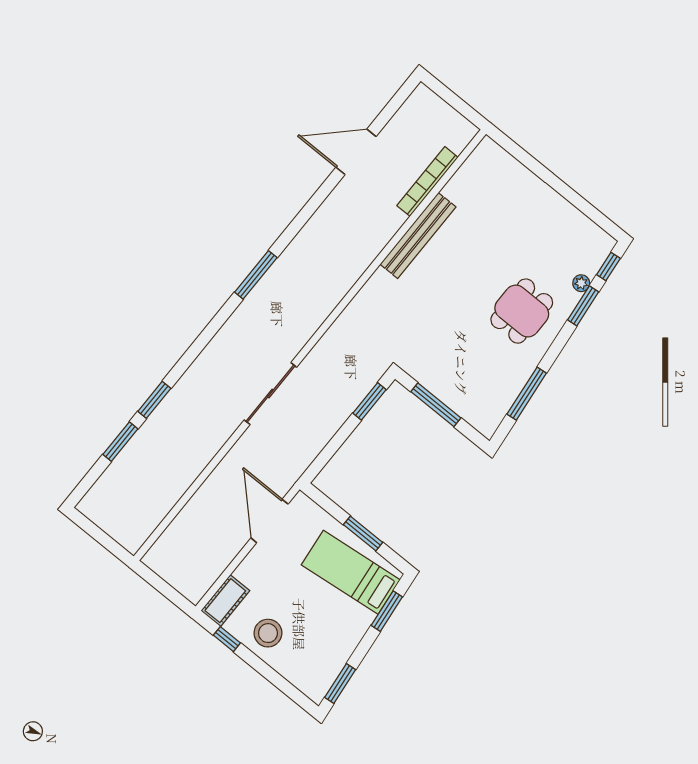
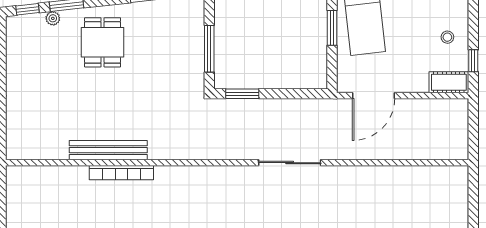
bookcase: (427, 181) -> (121, 173), moved
dining table: (522, 311) -> (103, 42), turned 90
stool: (268, 633) -> (447, 37), width x0.53, depth x0.53

